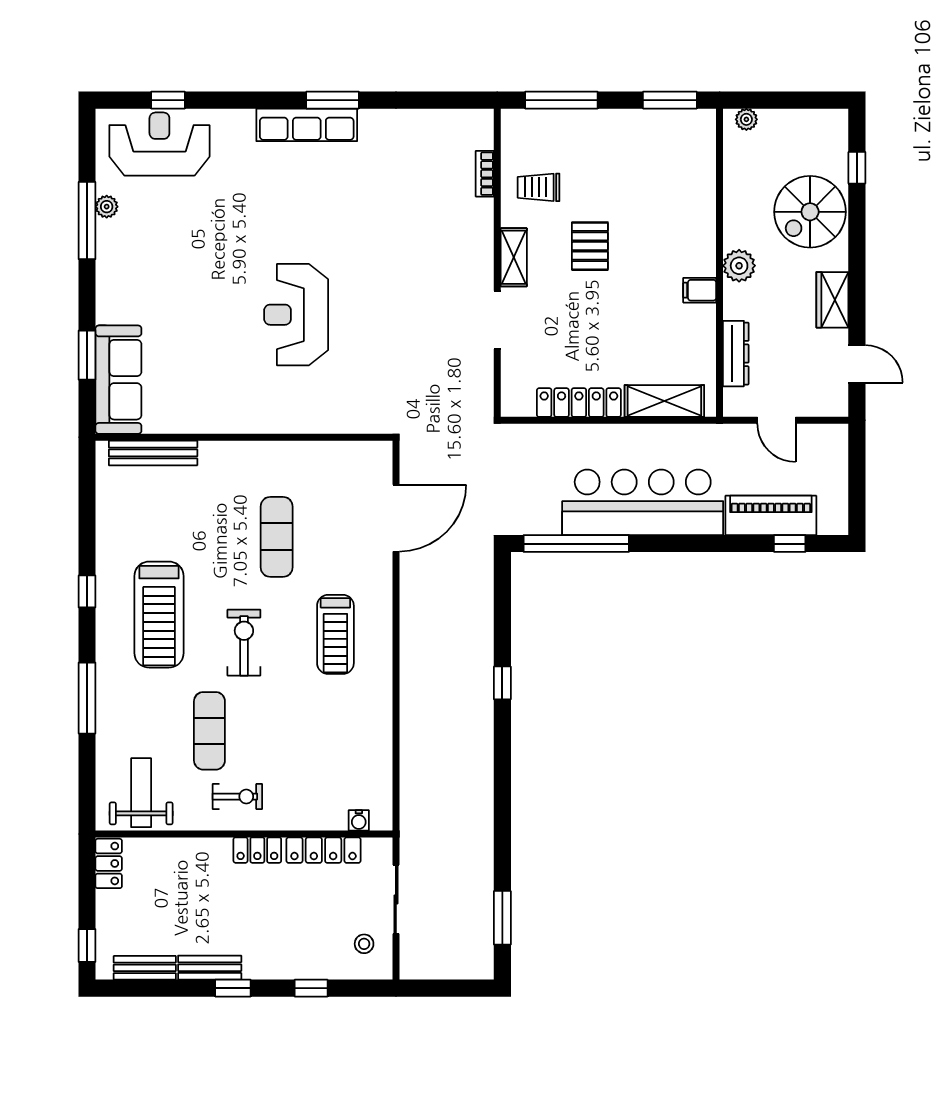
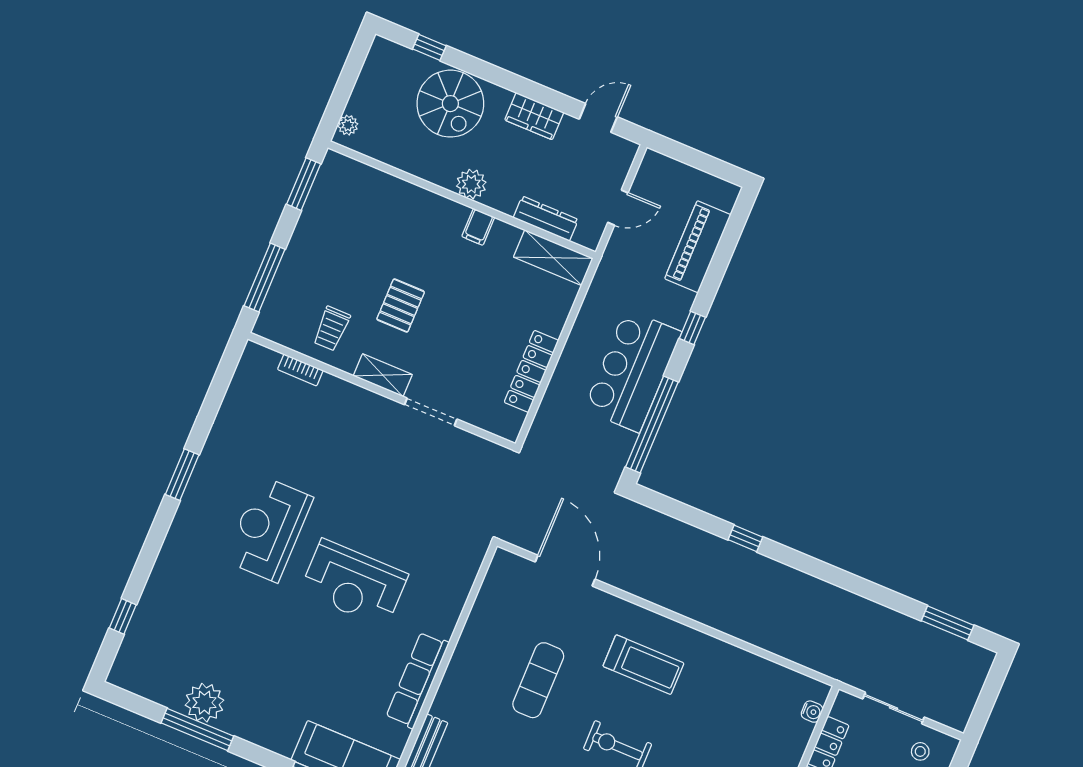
row of seats: (307, 125) -> (417, 680), moved, turned 180
reception desk: (159, 144) -> (269, 529), moved
plant: (107, 207) -> (204, 703), width x1.88, depth x1.88
pallet: (590, 246) -> (401, 306), turned 90
shelving: (664, 401) -> (553, 258), moved, turned 90
bar counter: (643, 502) -> (633, 371), width x0.73
exercise mat: (277, 537) -> (538, 680), turned 90
window: (790, 544) -> (692, 328), moved

